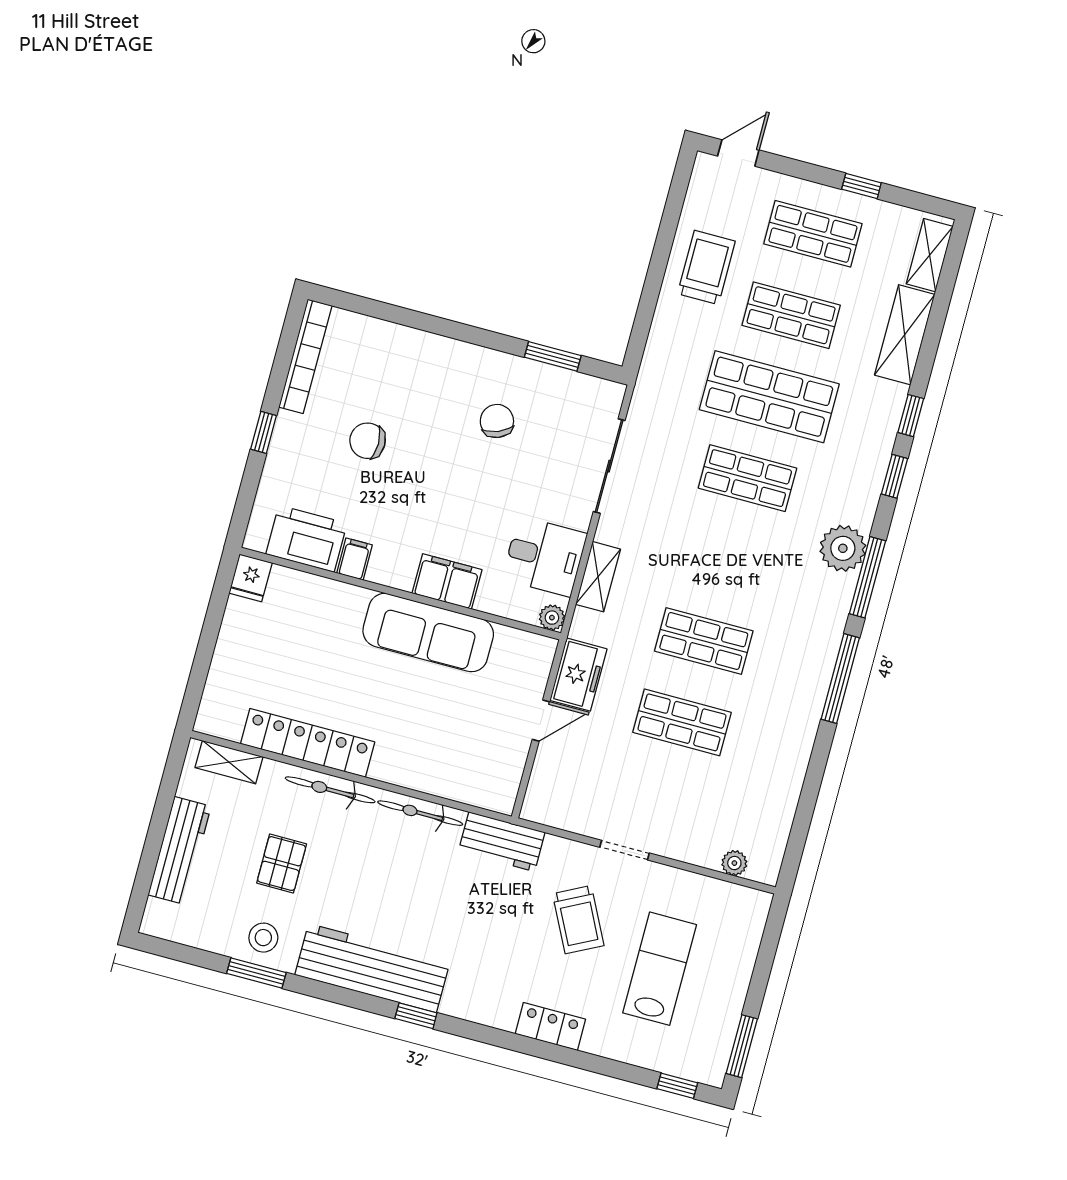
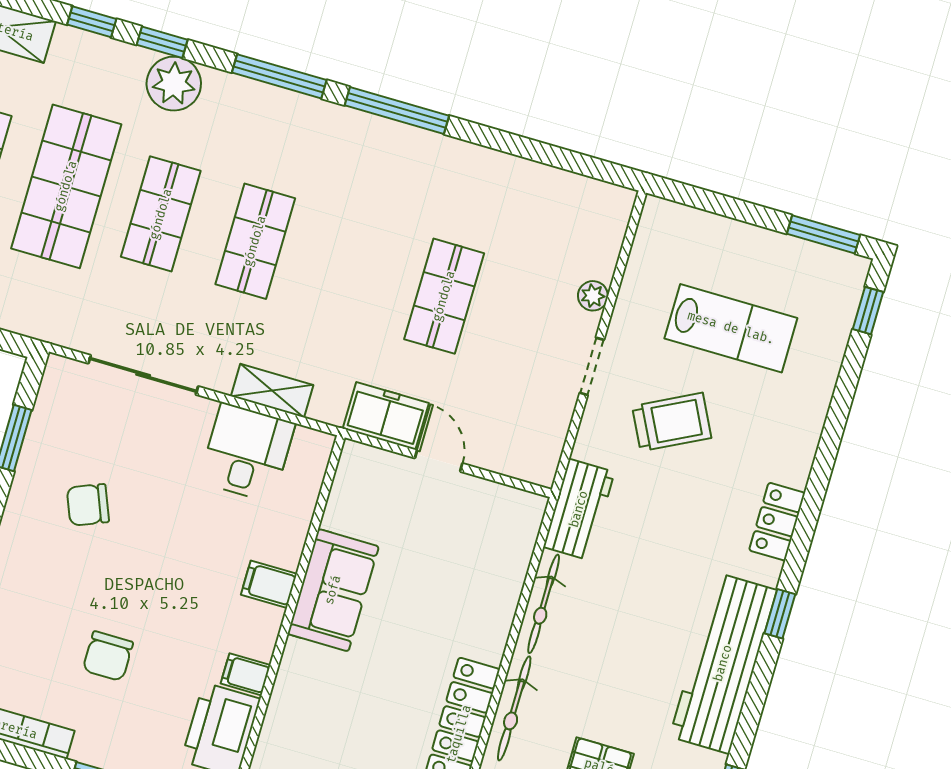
plant: (843, 548) -> (174, 84), moved
filing cabinet: (447, 581) -> (269, 584), width x0.50
plant: (552, 618) -> (319, 445), removed
sofa: (428, 633) -> (333, 590), width x0.73
shop shelf: (704, 641) -> (255, 241), moved
plant: (734, 863) -> (593, 296), moved
lab bench: (660, 969) -> (731, 328), turned 180
locker: (550, 1027) -> (777, 522), moved

